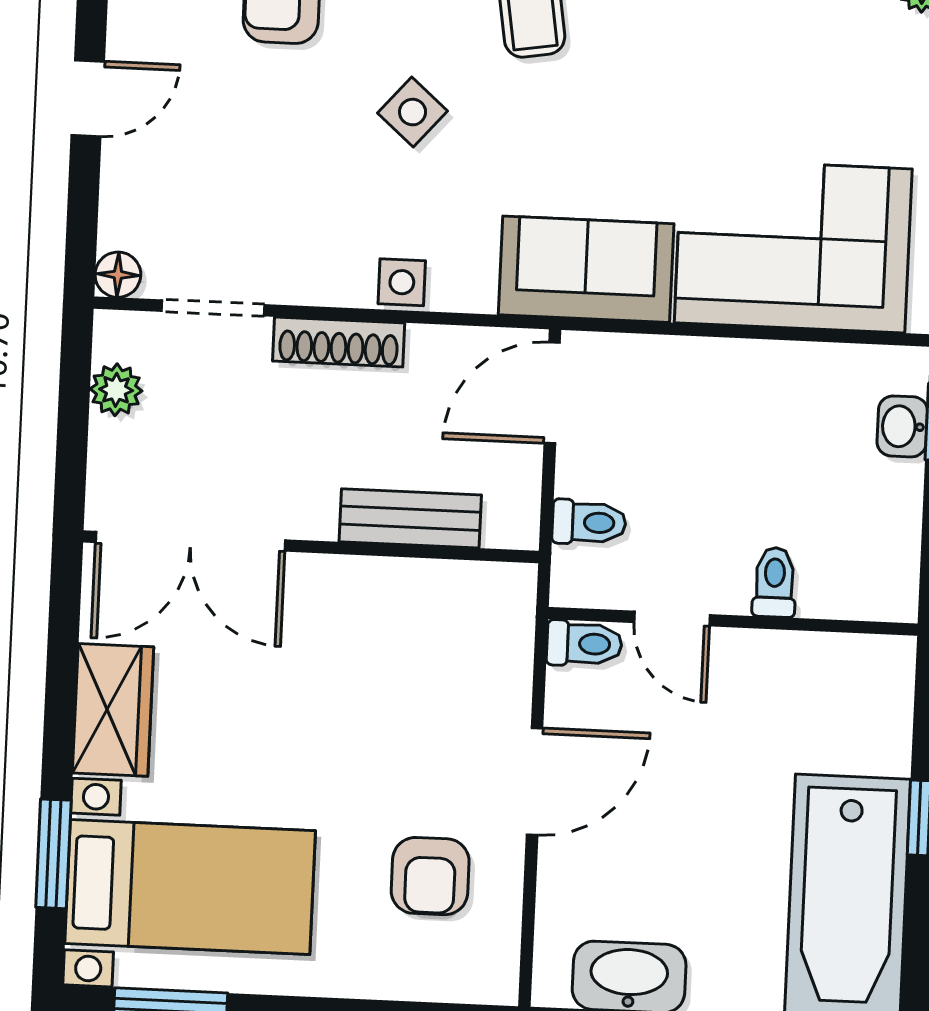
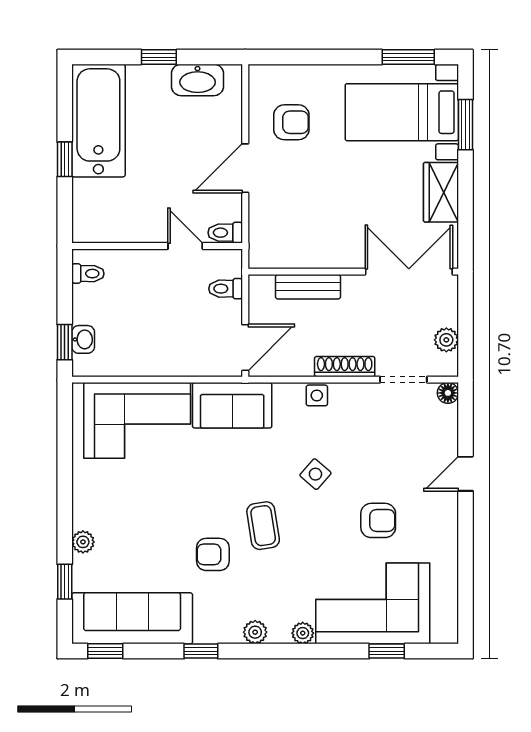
toilet: (774, 582) -> (88, 274), moved, turned -90
armchair: (430, 876) -> (291, 122), turned 90

